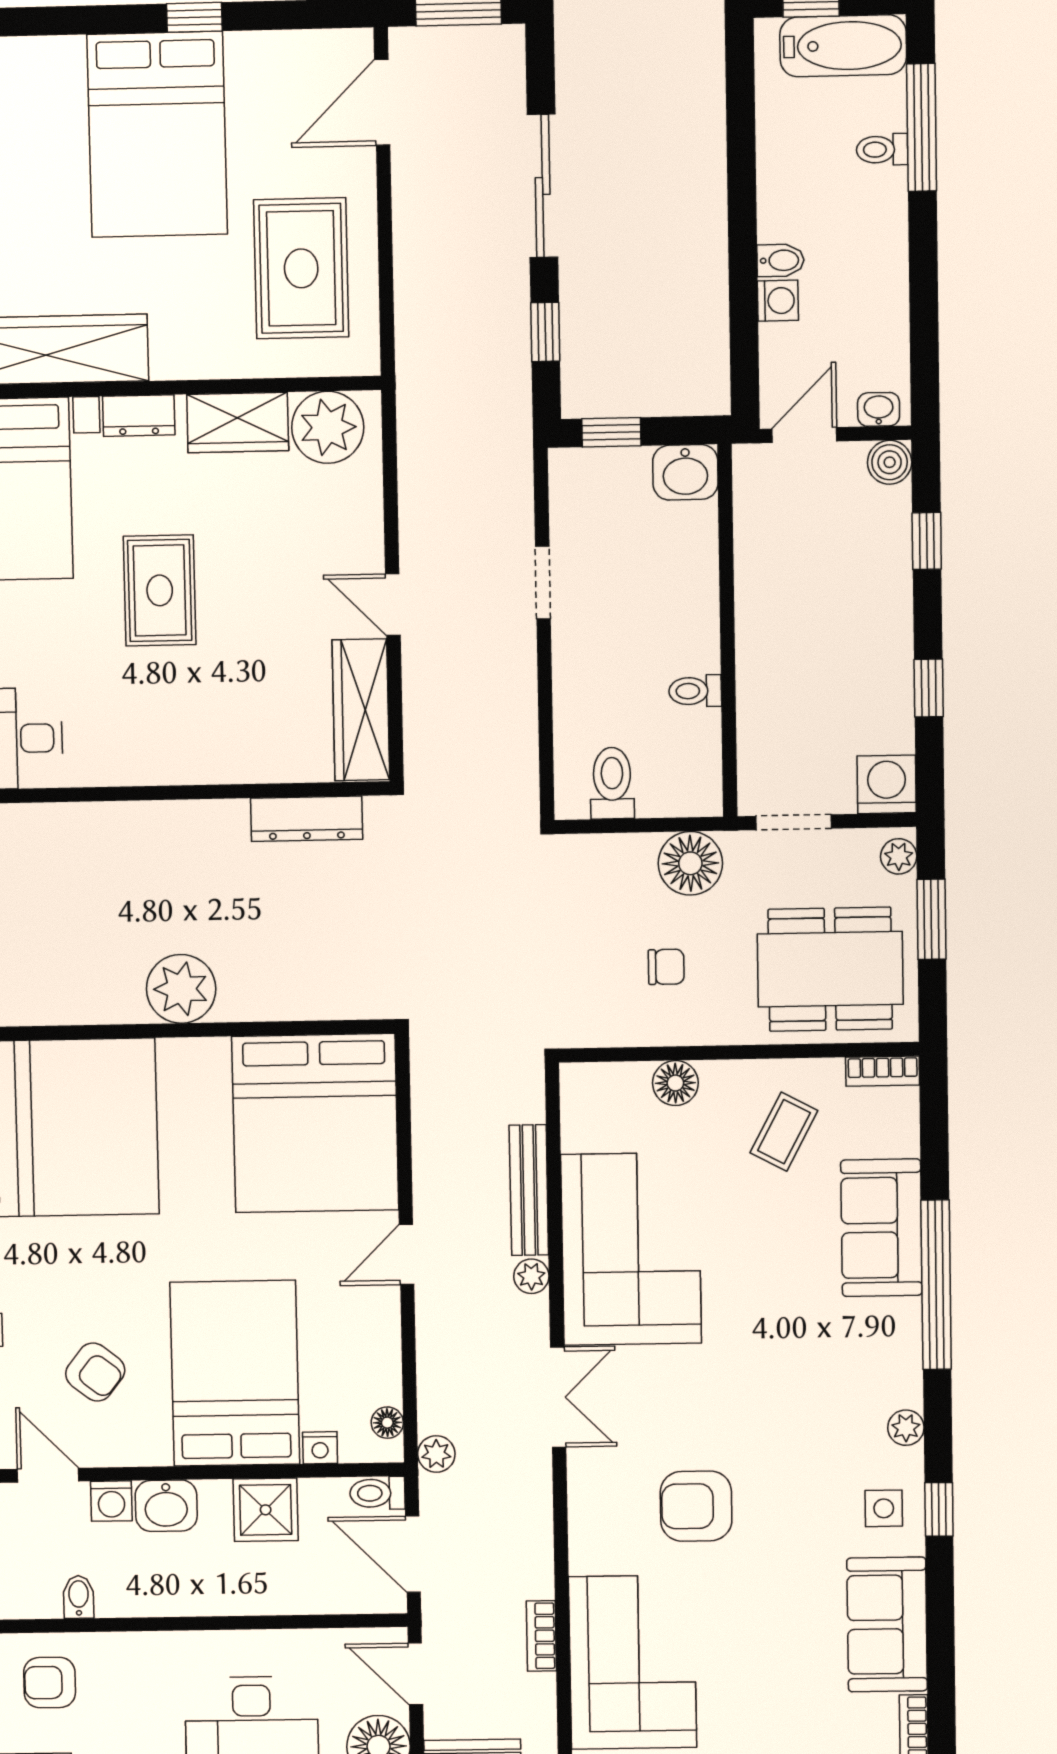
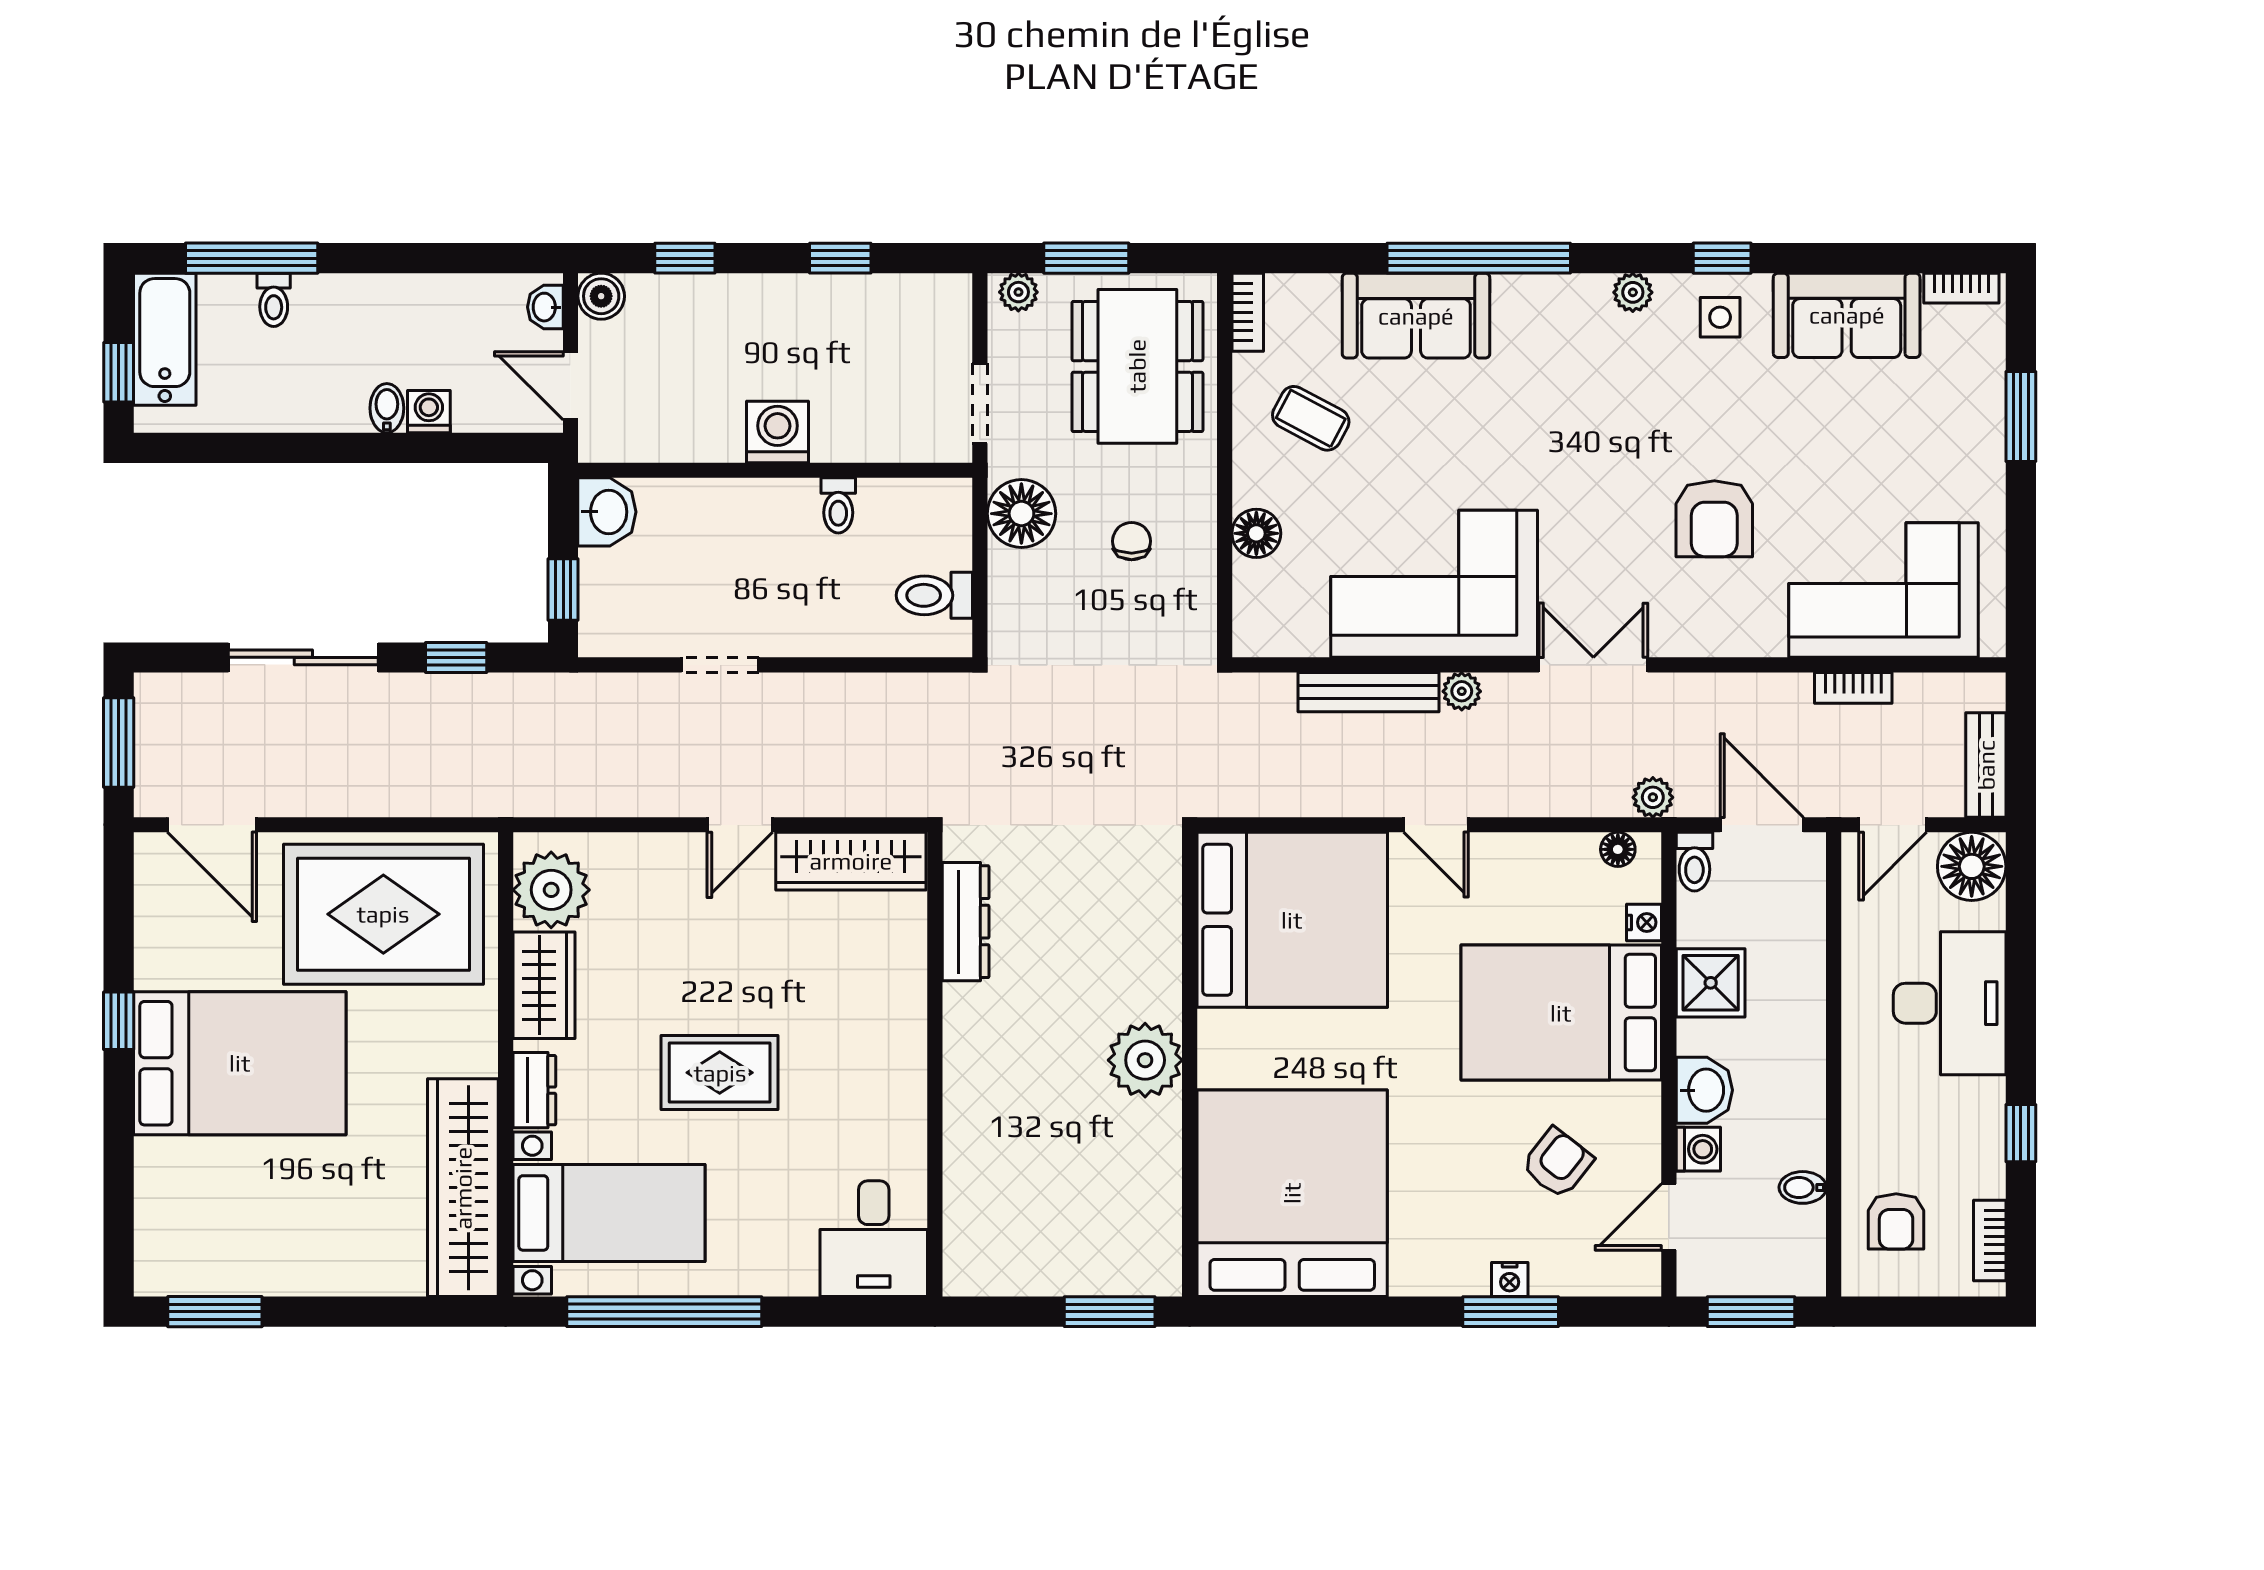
rug: (301, 268) -> (383, 914), width x1.37, depth x1.44
washing machine: (887, 784) -> (778, 432), moved, turned 90
door: (413, 1554) -> (1762, 825), swing flipped

